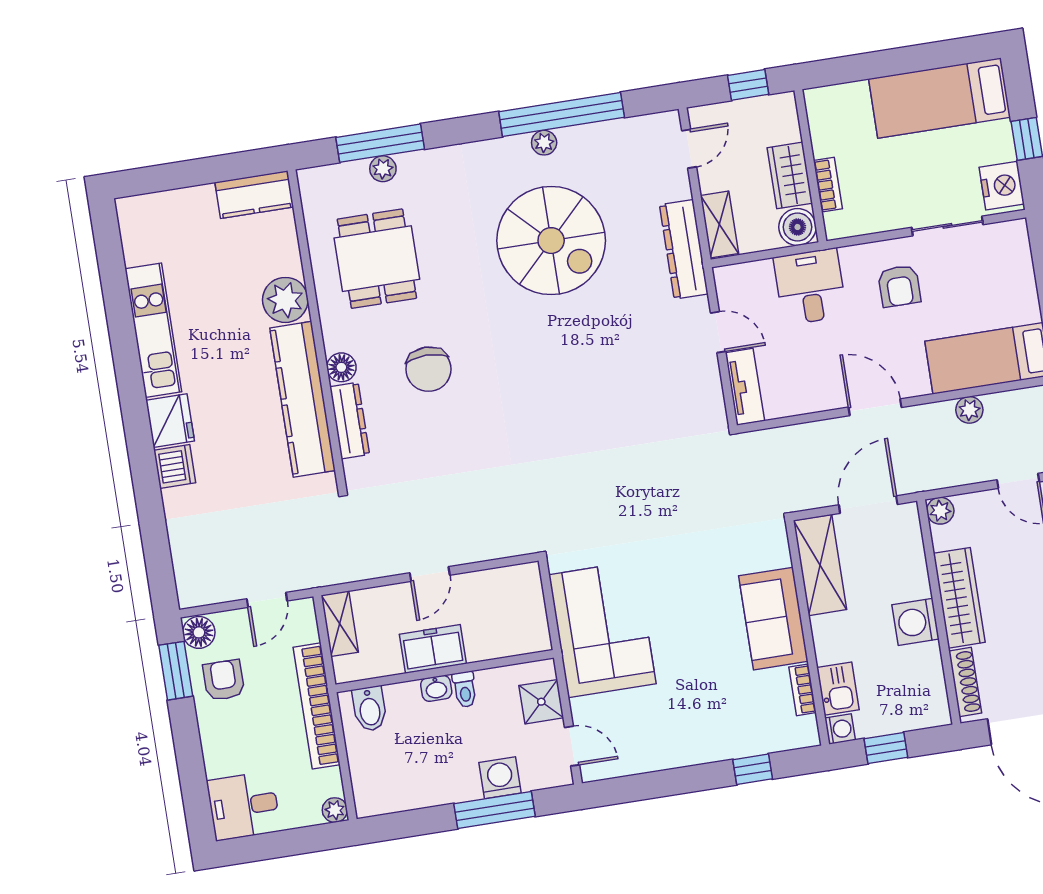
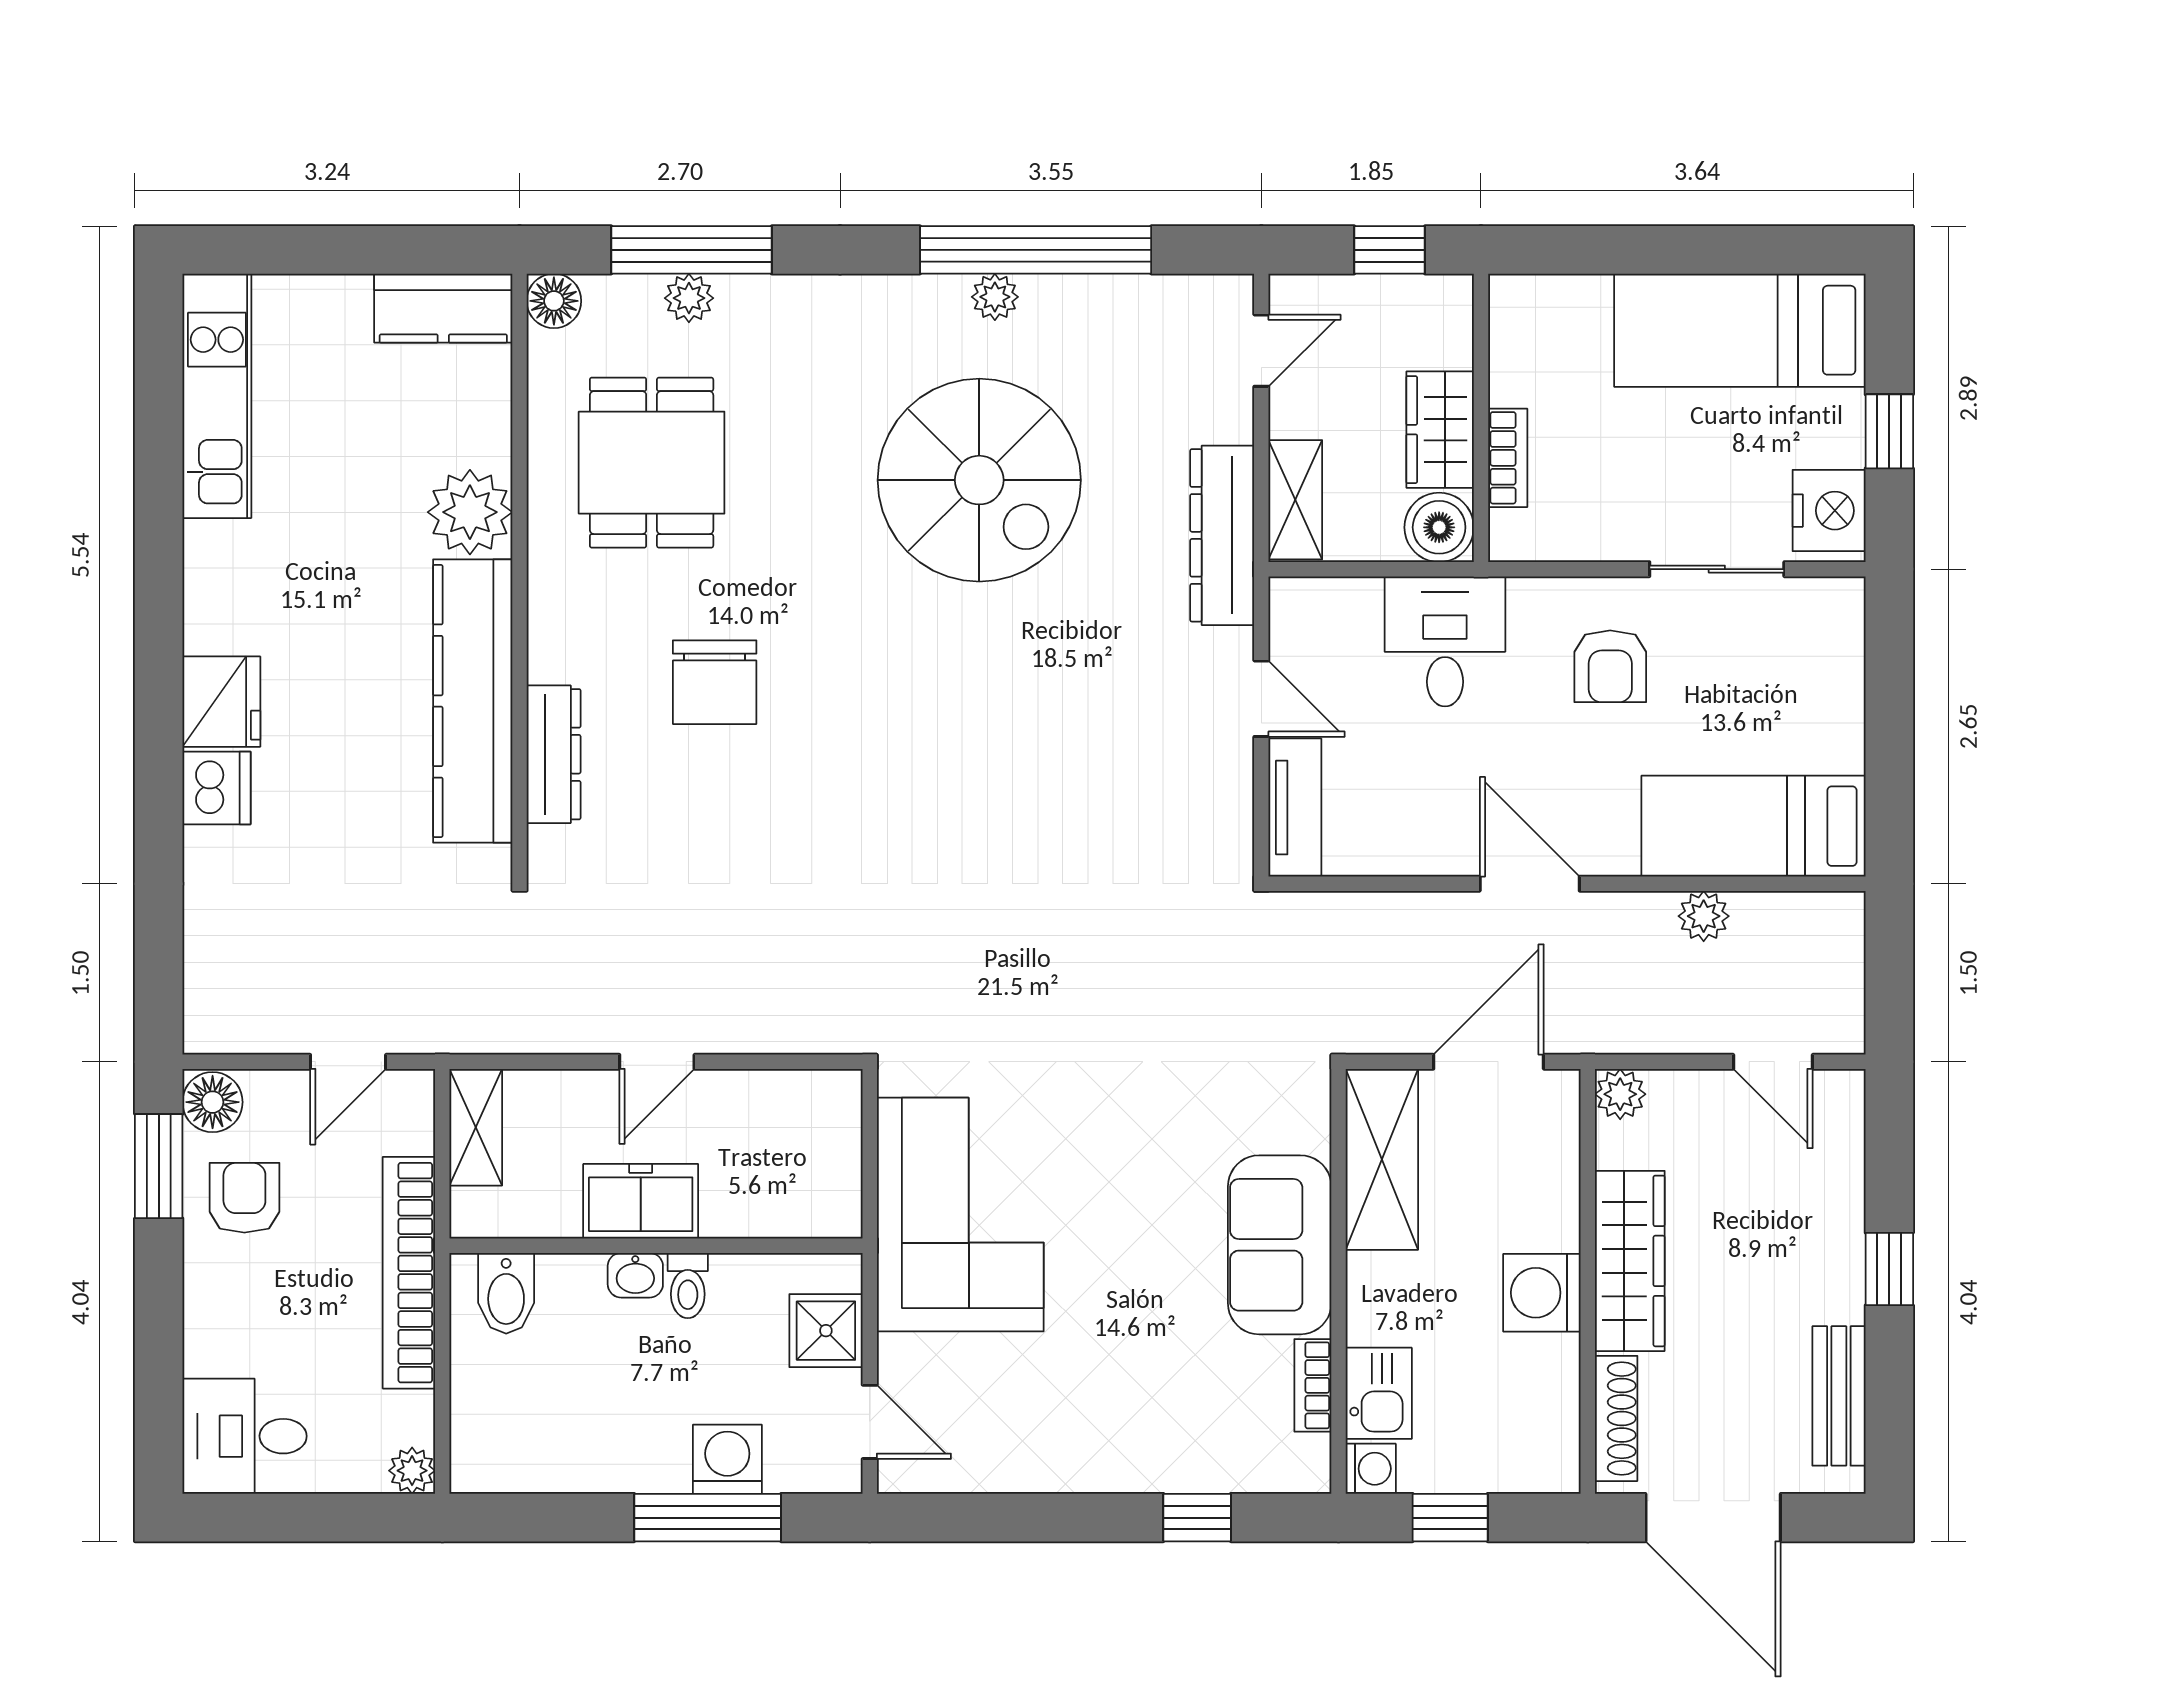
kitchen unit: (153, 330) -> (217, 396), moved
floor lamp: (341, 367) -> (554, 301), moved

